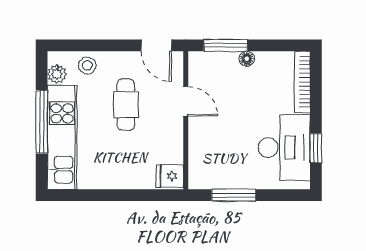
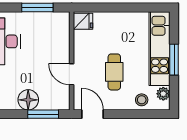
floor lamp: (247, 59) -> (28, 100), width x1.89, depth x1.89
window: (42, 122) -> (174, 60), width x0.69

